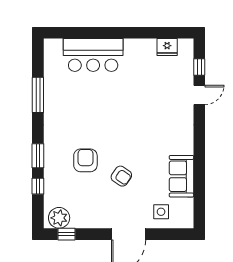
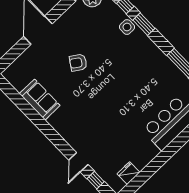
armchair: (85, 160) -> (111, 51), removed
side table: (161, 212) -> (127, 27), moved

